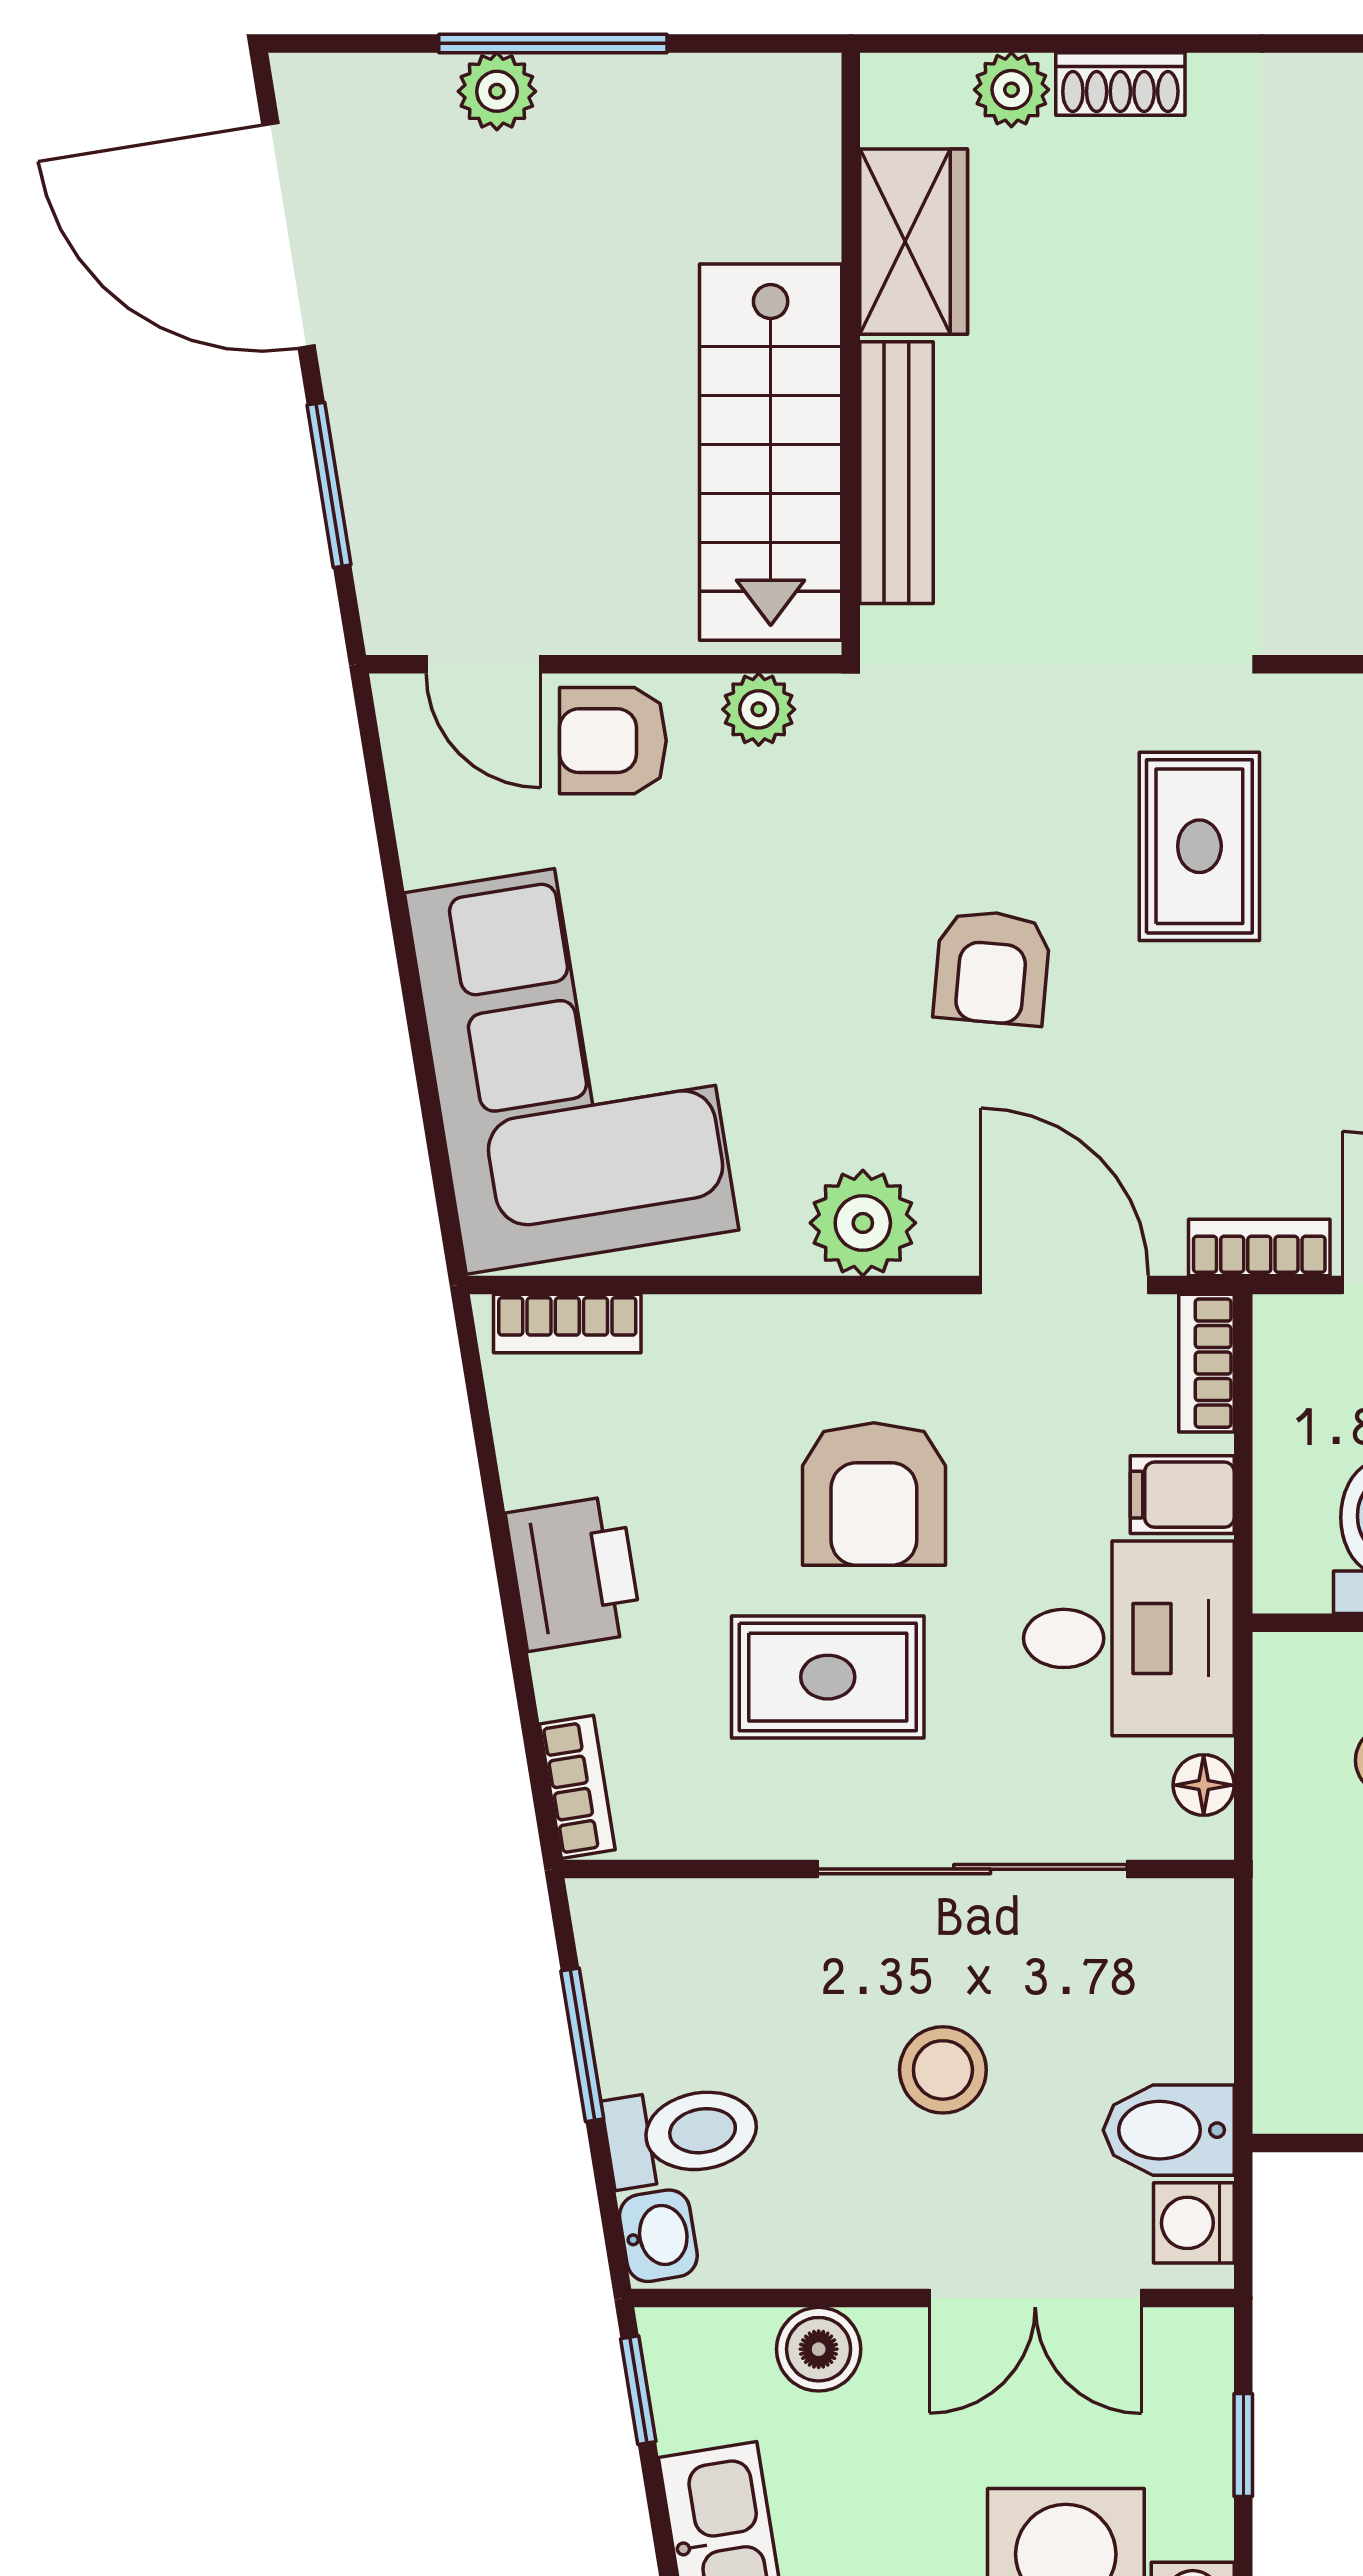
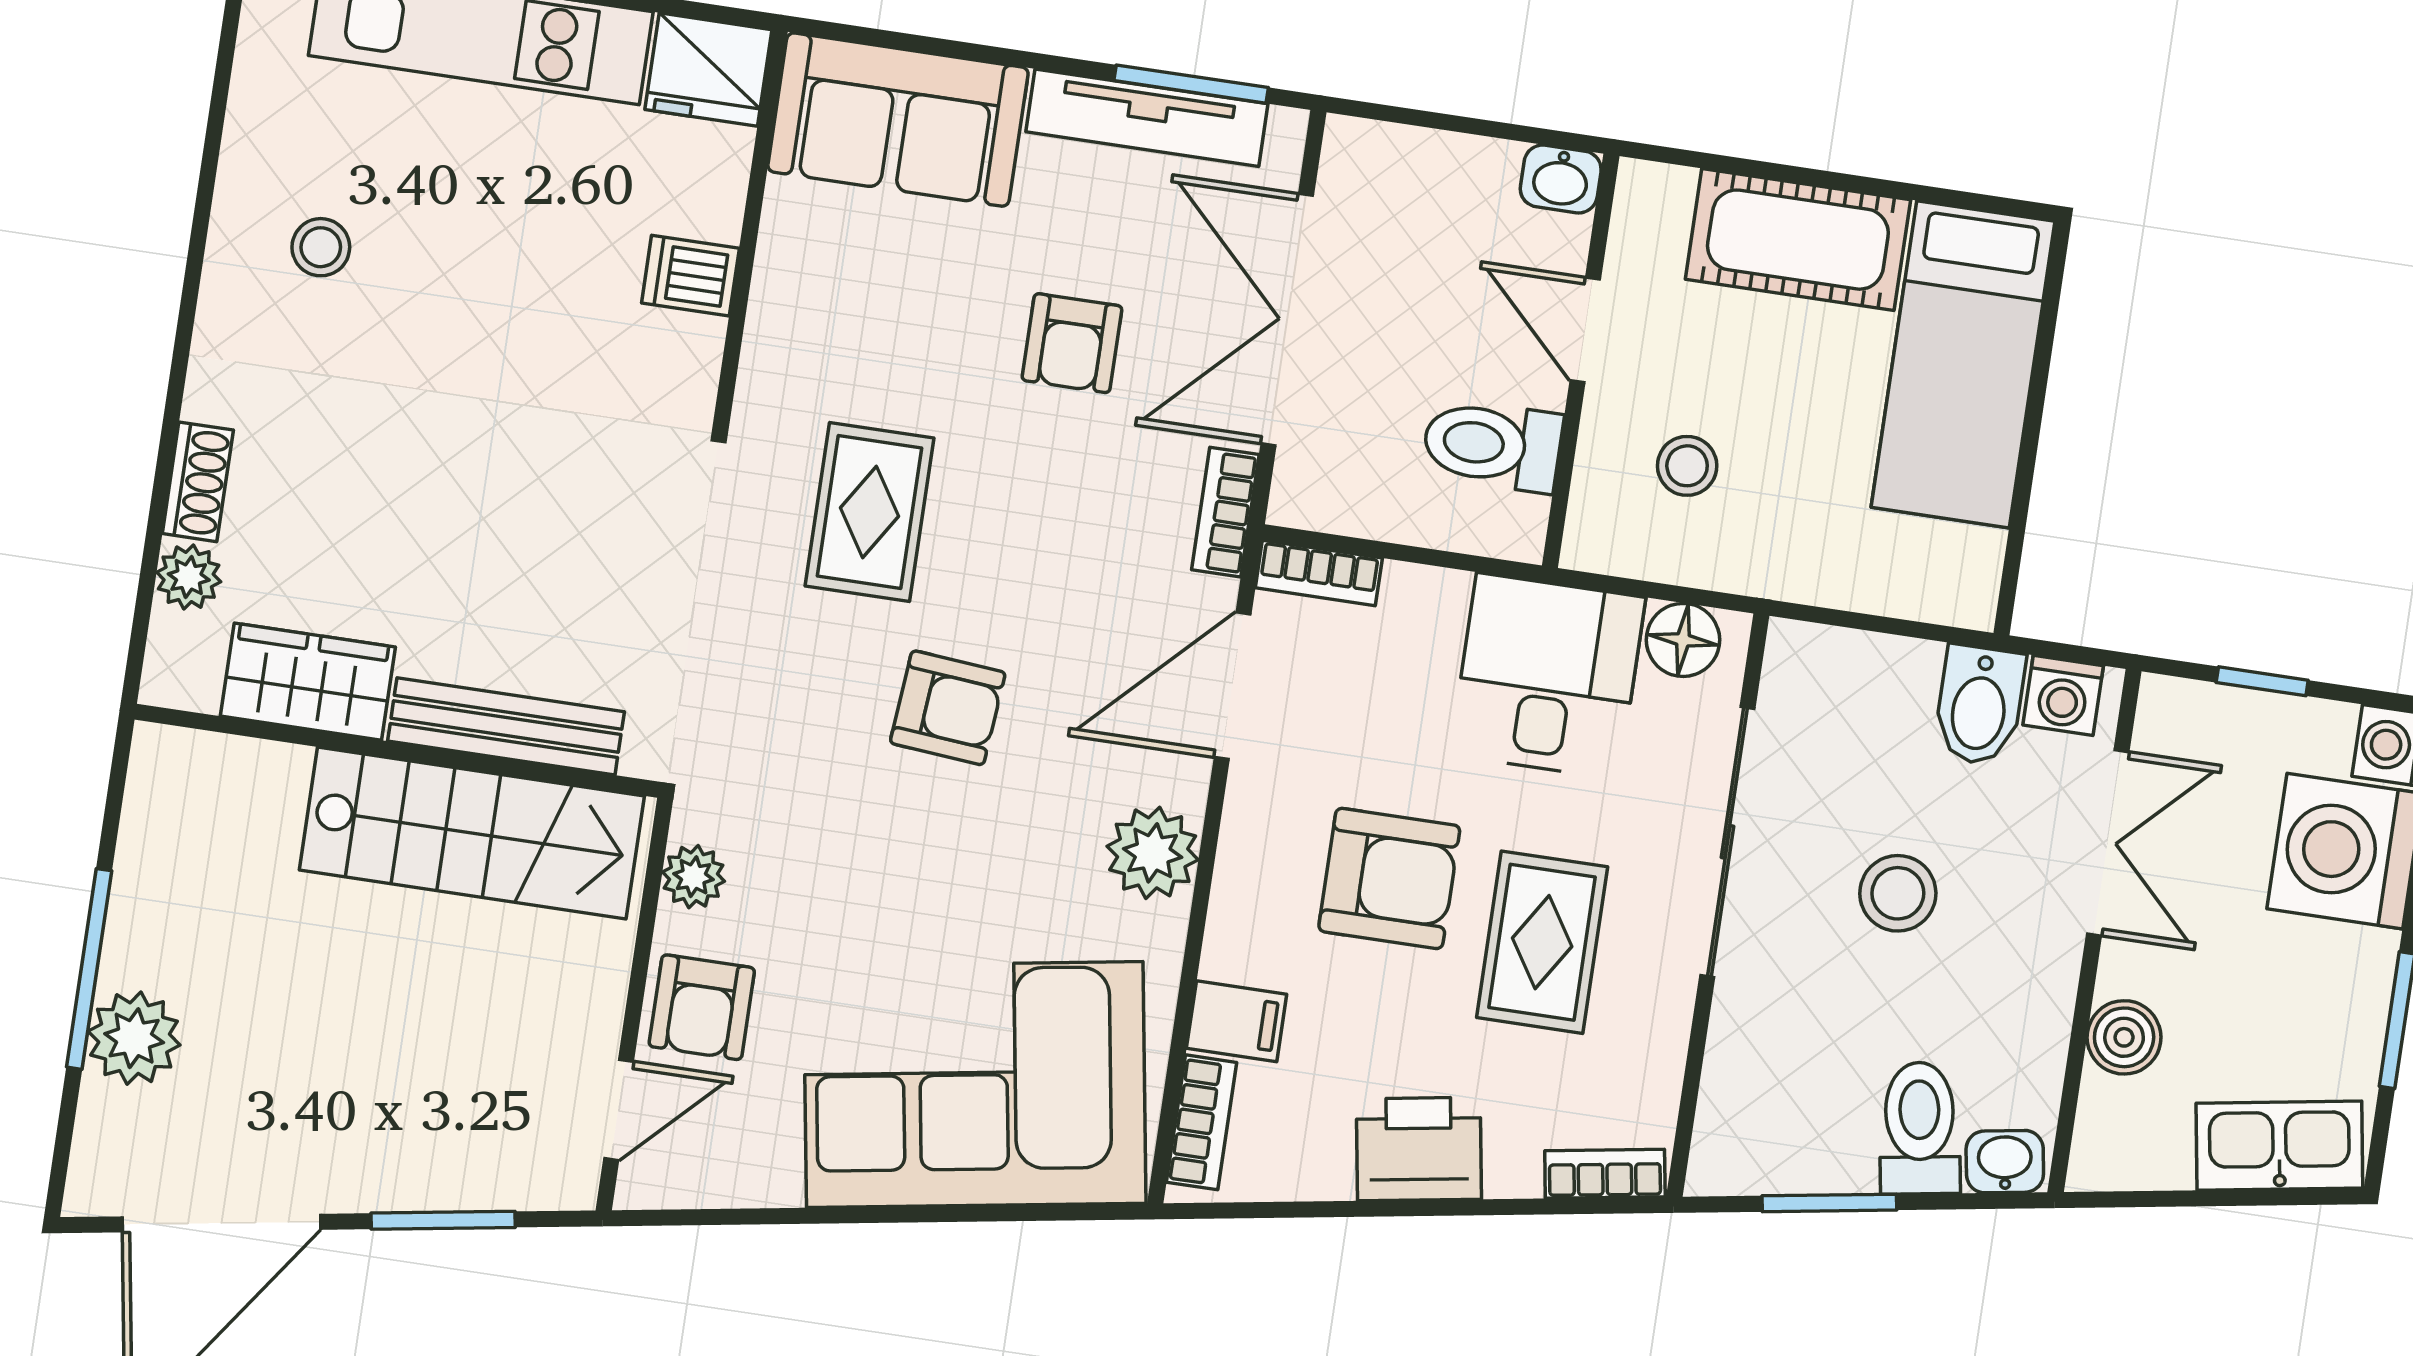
plant: (497, 91) -> (134, 1038), width x1.38, depth x1.38
rug: (1199, 846) -> (870, 512), turned 90
filing cabinet: (1182, 1495) -> (1237, 1021), moved, turned -90
floor lamp: (1204, 1785) -> (1683, 640), width x1.37, depth x1.37
window: (638, 2390) -> (2136, 1199), removed

